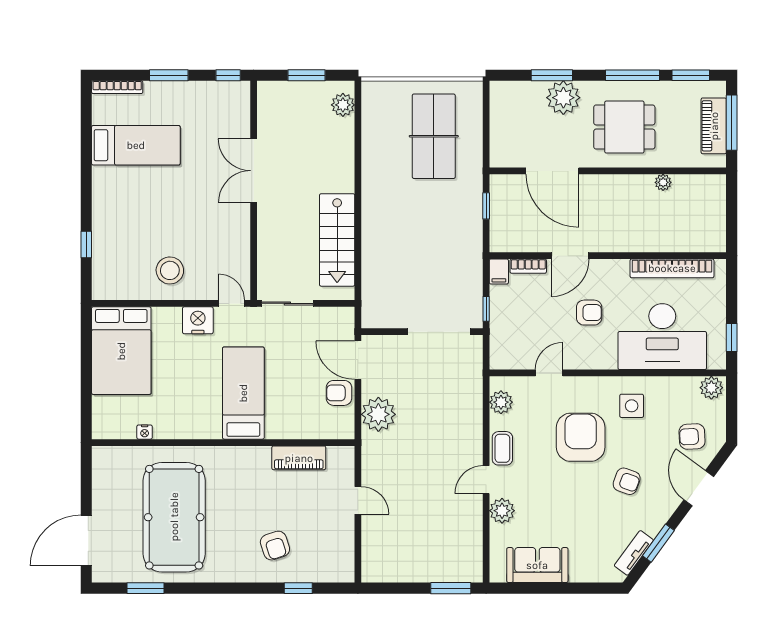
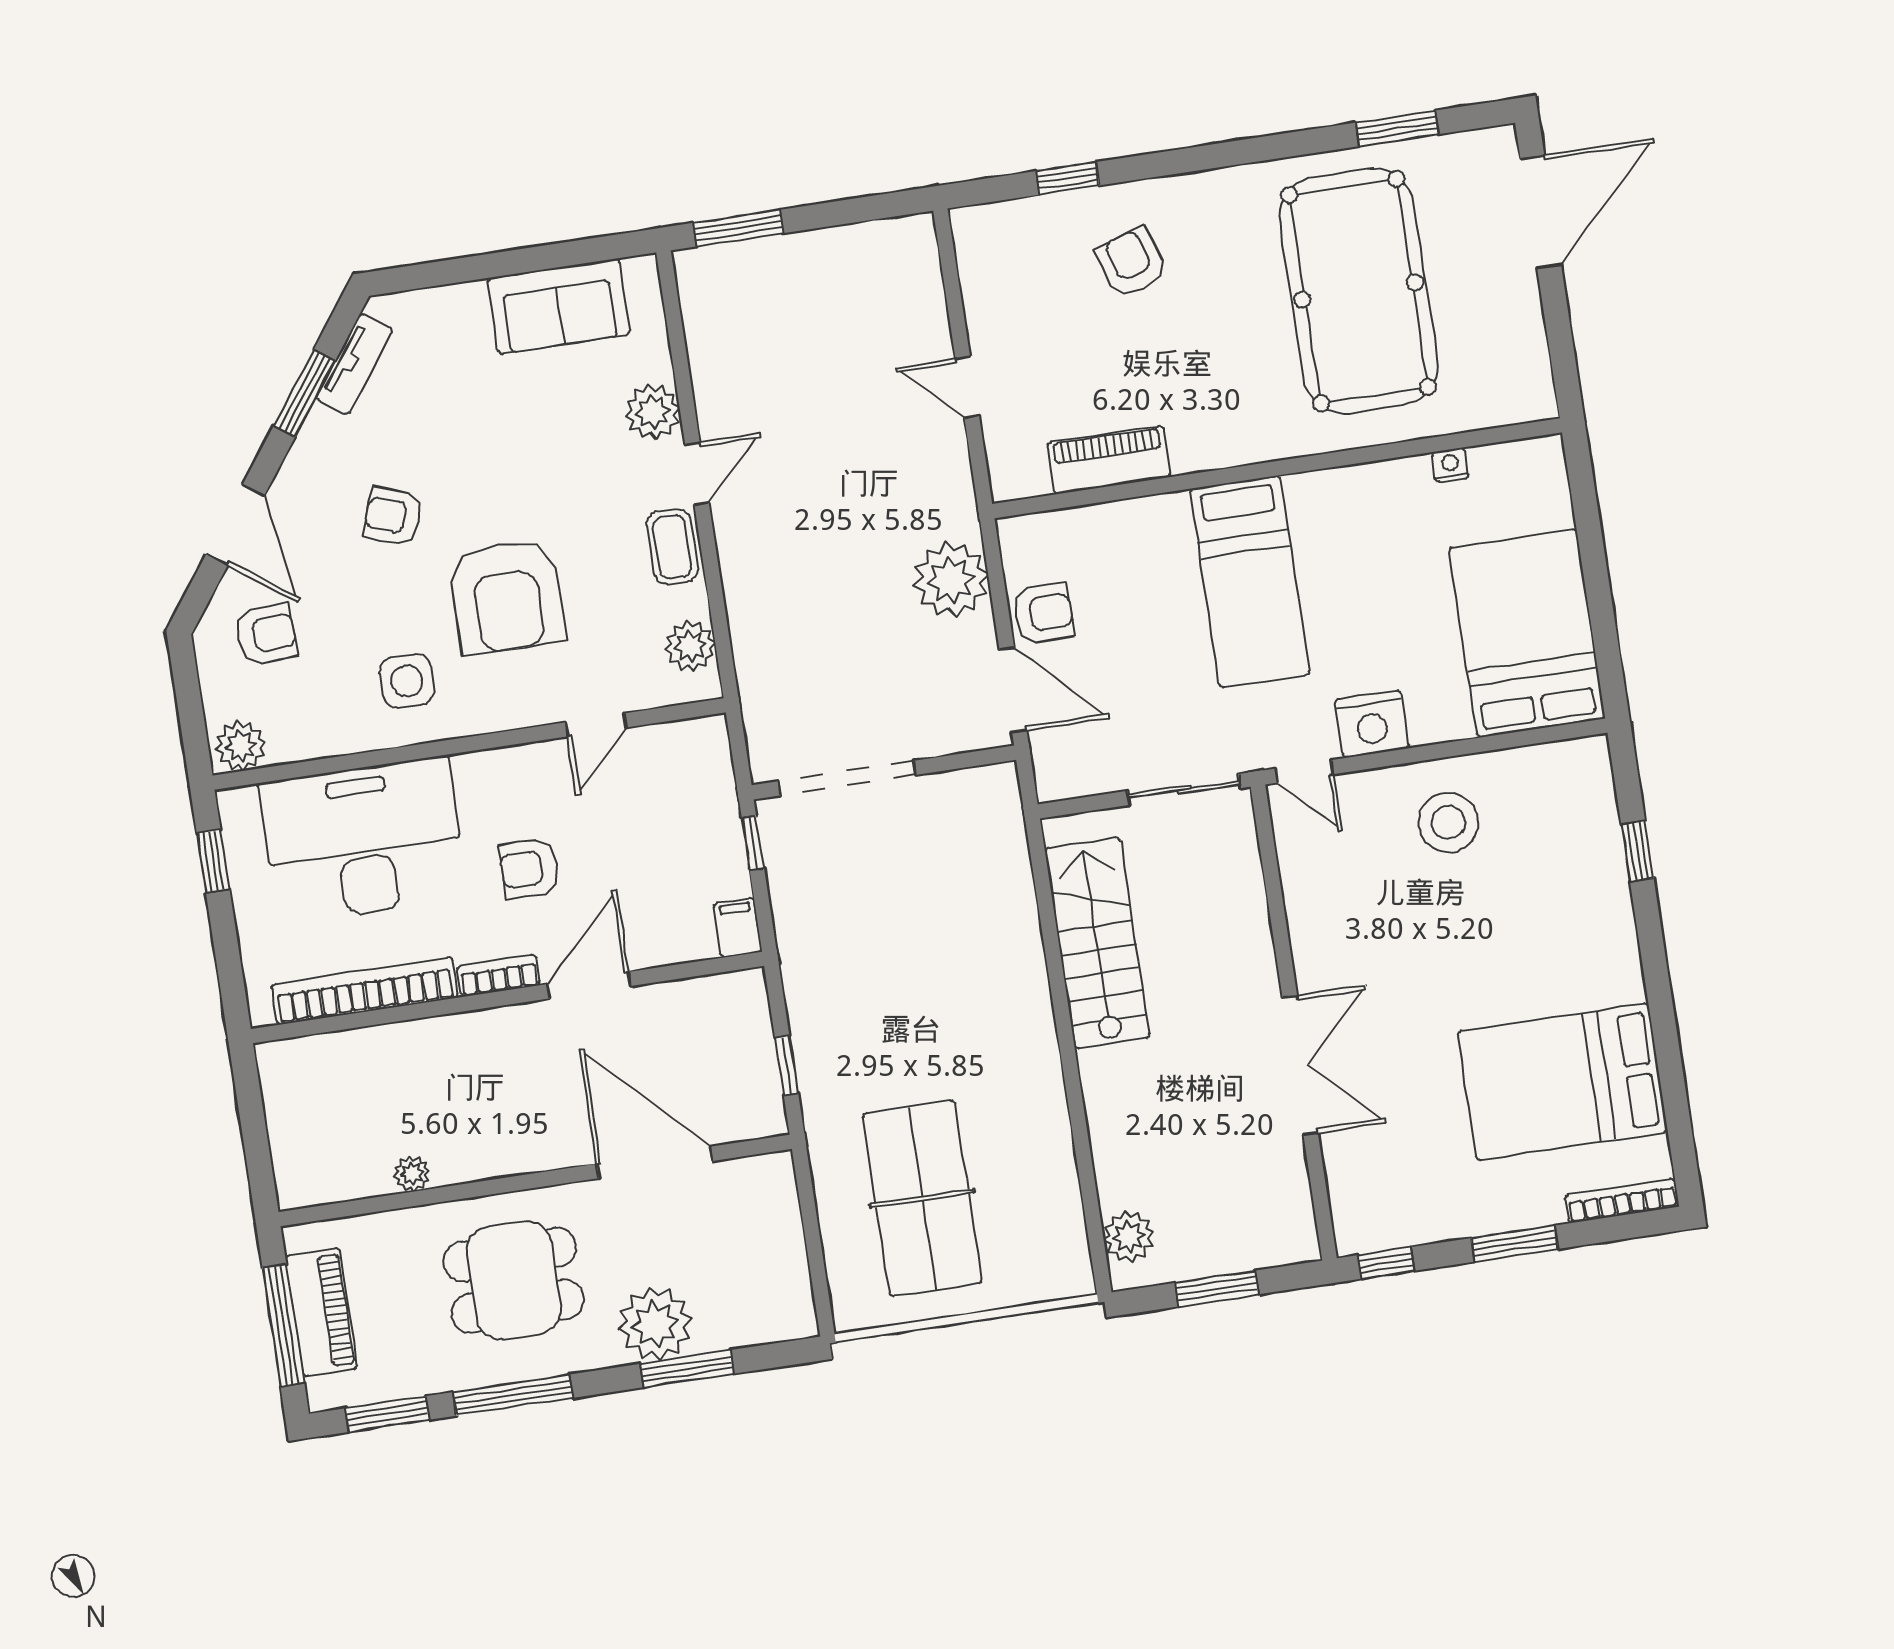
bed: (136, 145) -> (1563, 1082), width x1.50
bookcase: (528, 266) -> (499, 976), moved

